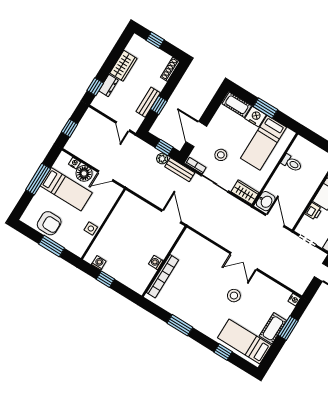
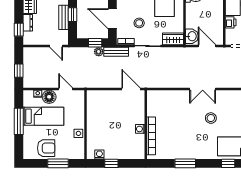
door: (105, 176) -> (66, 89), swing flipped

